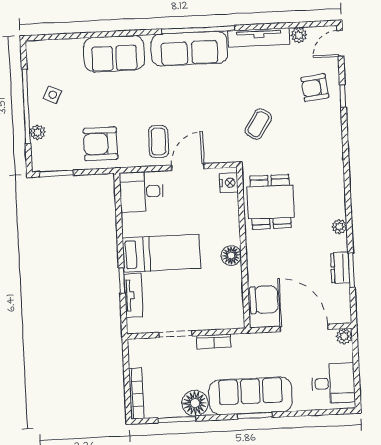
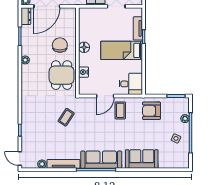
door: (340, 43) -> (20, 159), swing flipped
armchair: (315, 88) -> (35, 135), removed
armchair: (101, 144) -> (151, 111), turned 180
nightstand: (229, 183) -> (84, 72), moved
dresser: (340, 268) -> (26, 16), moved
chair: (264, 300) -> (60, 45), moved, turned 90
door: (304, 328) -> (47, 6), hinge flipped

